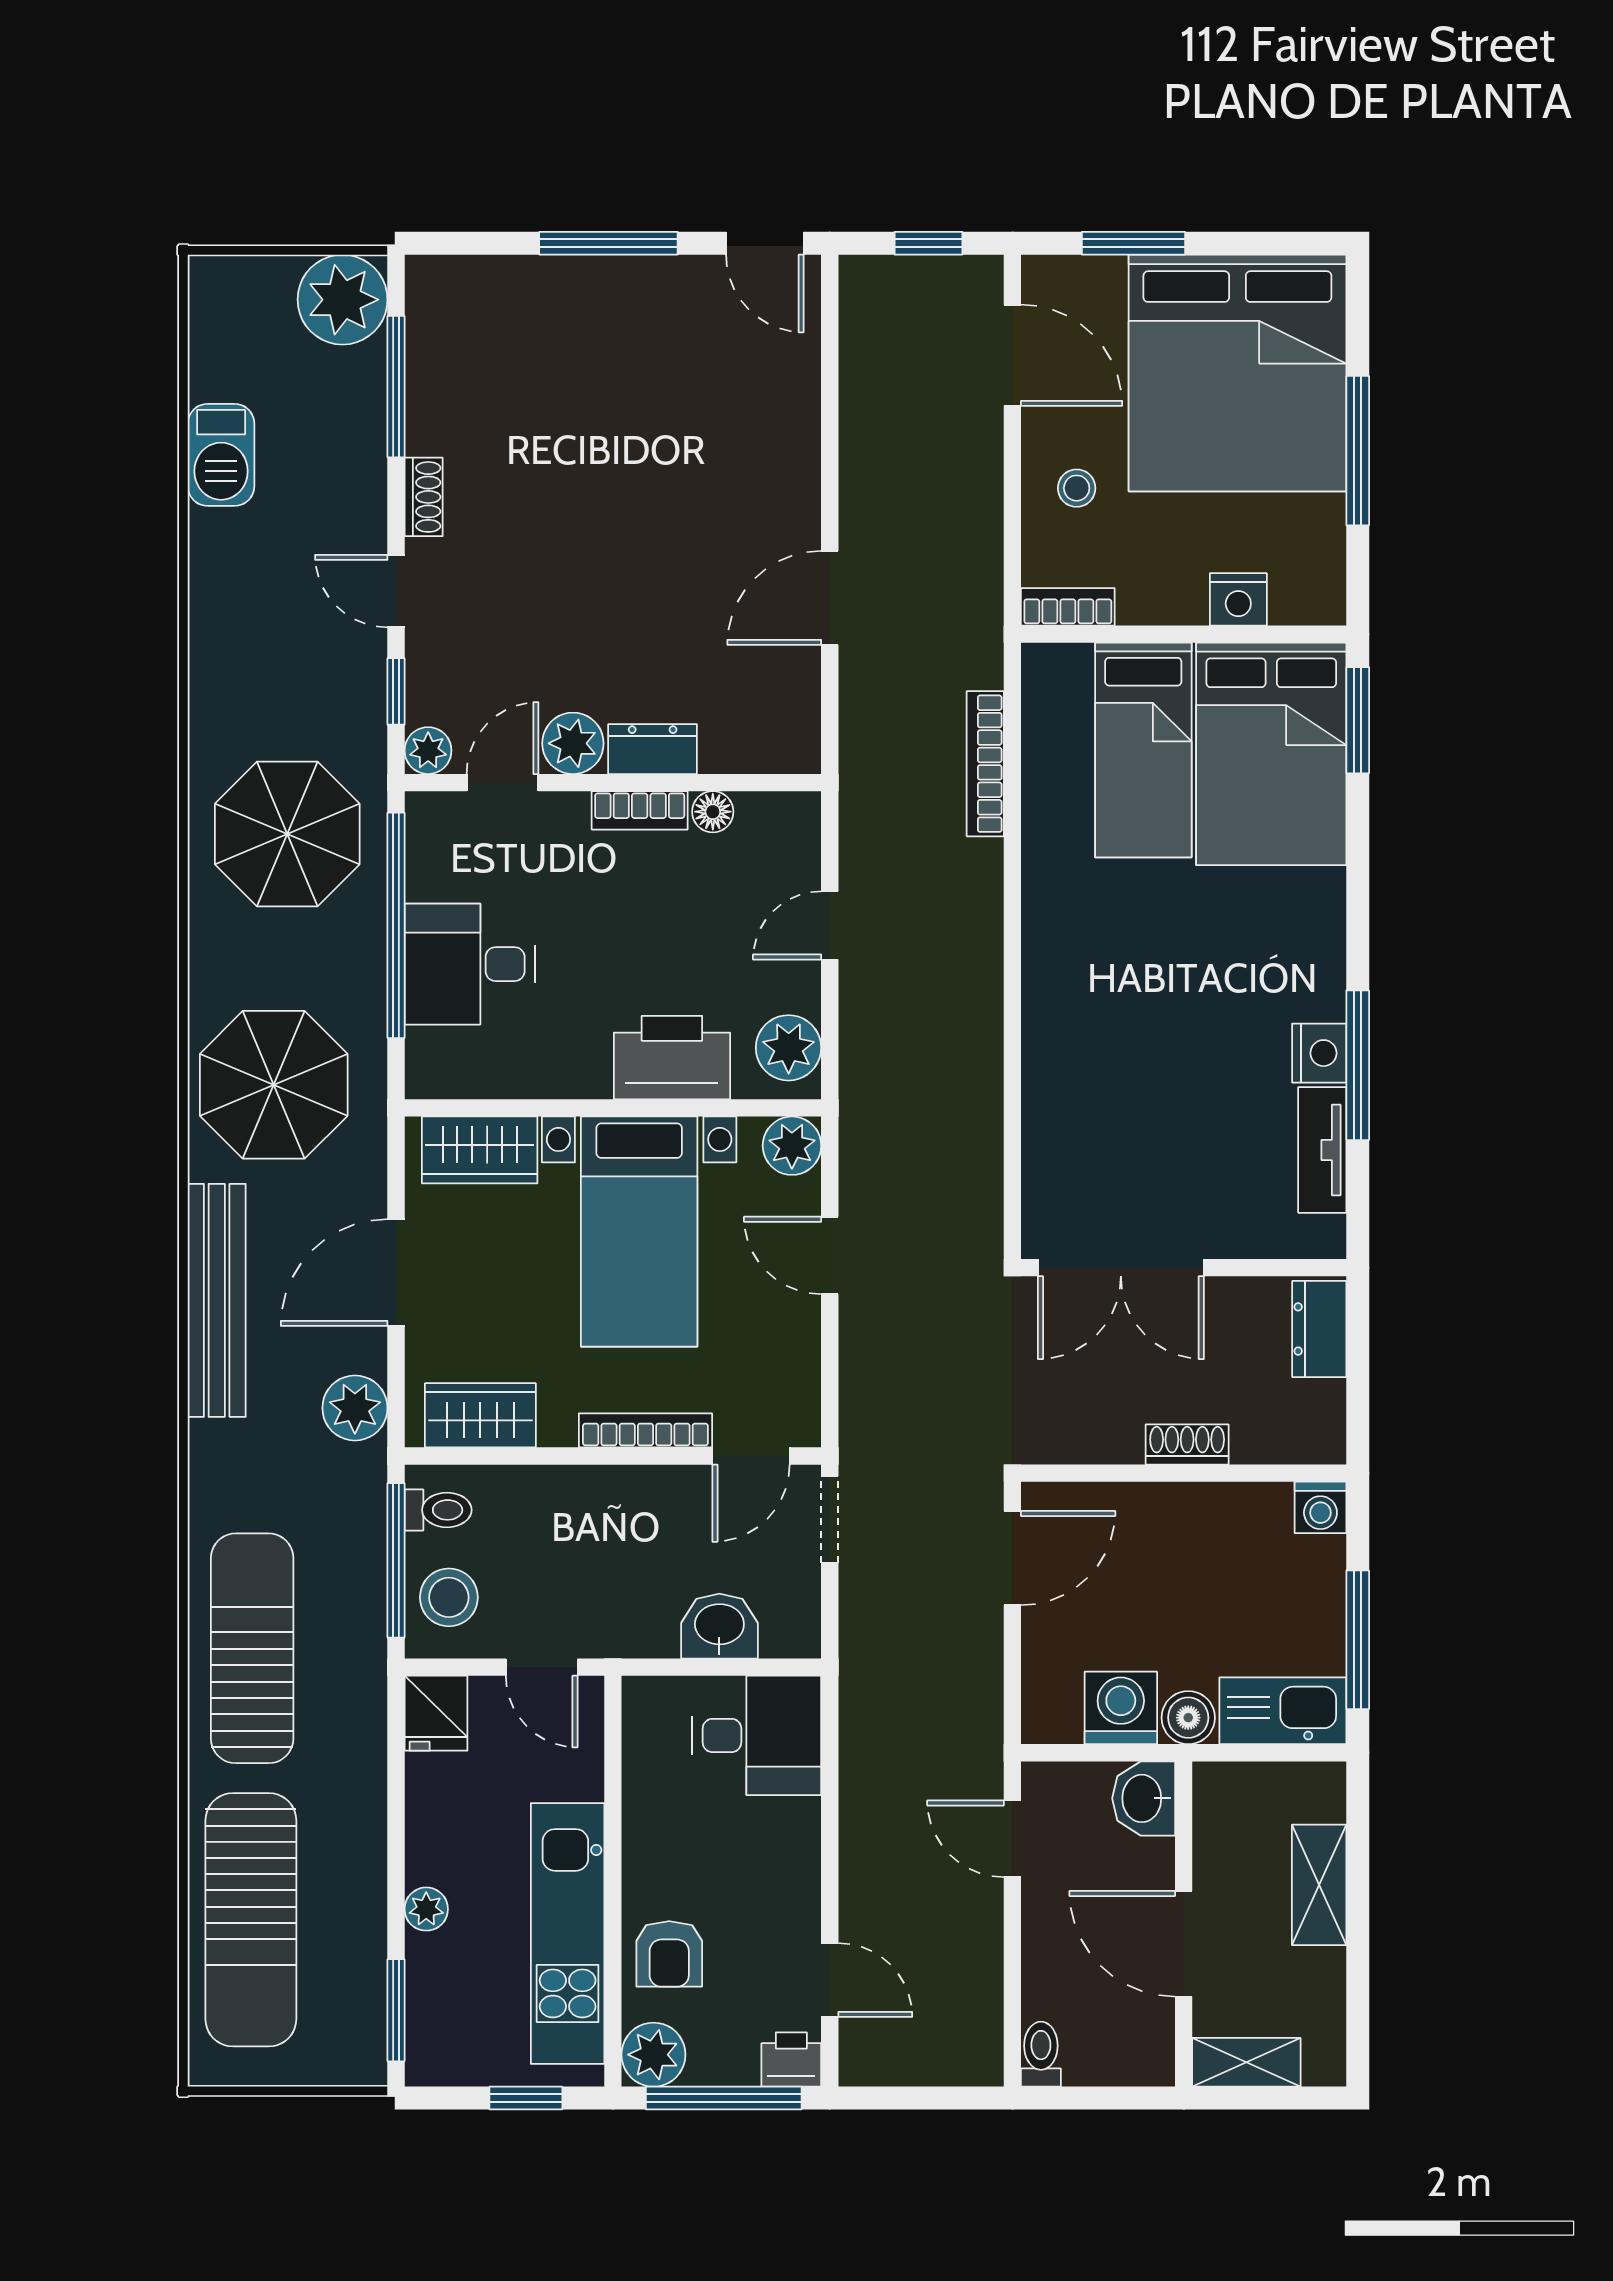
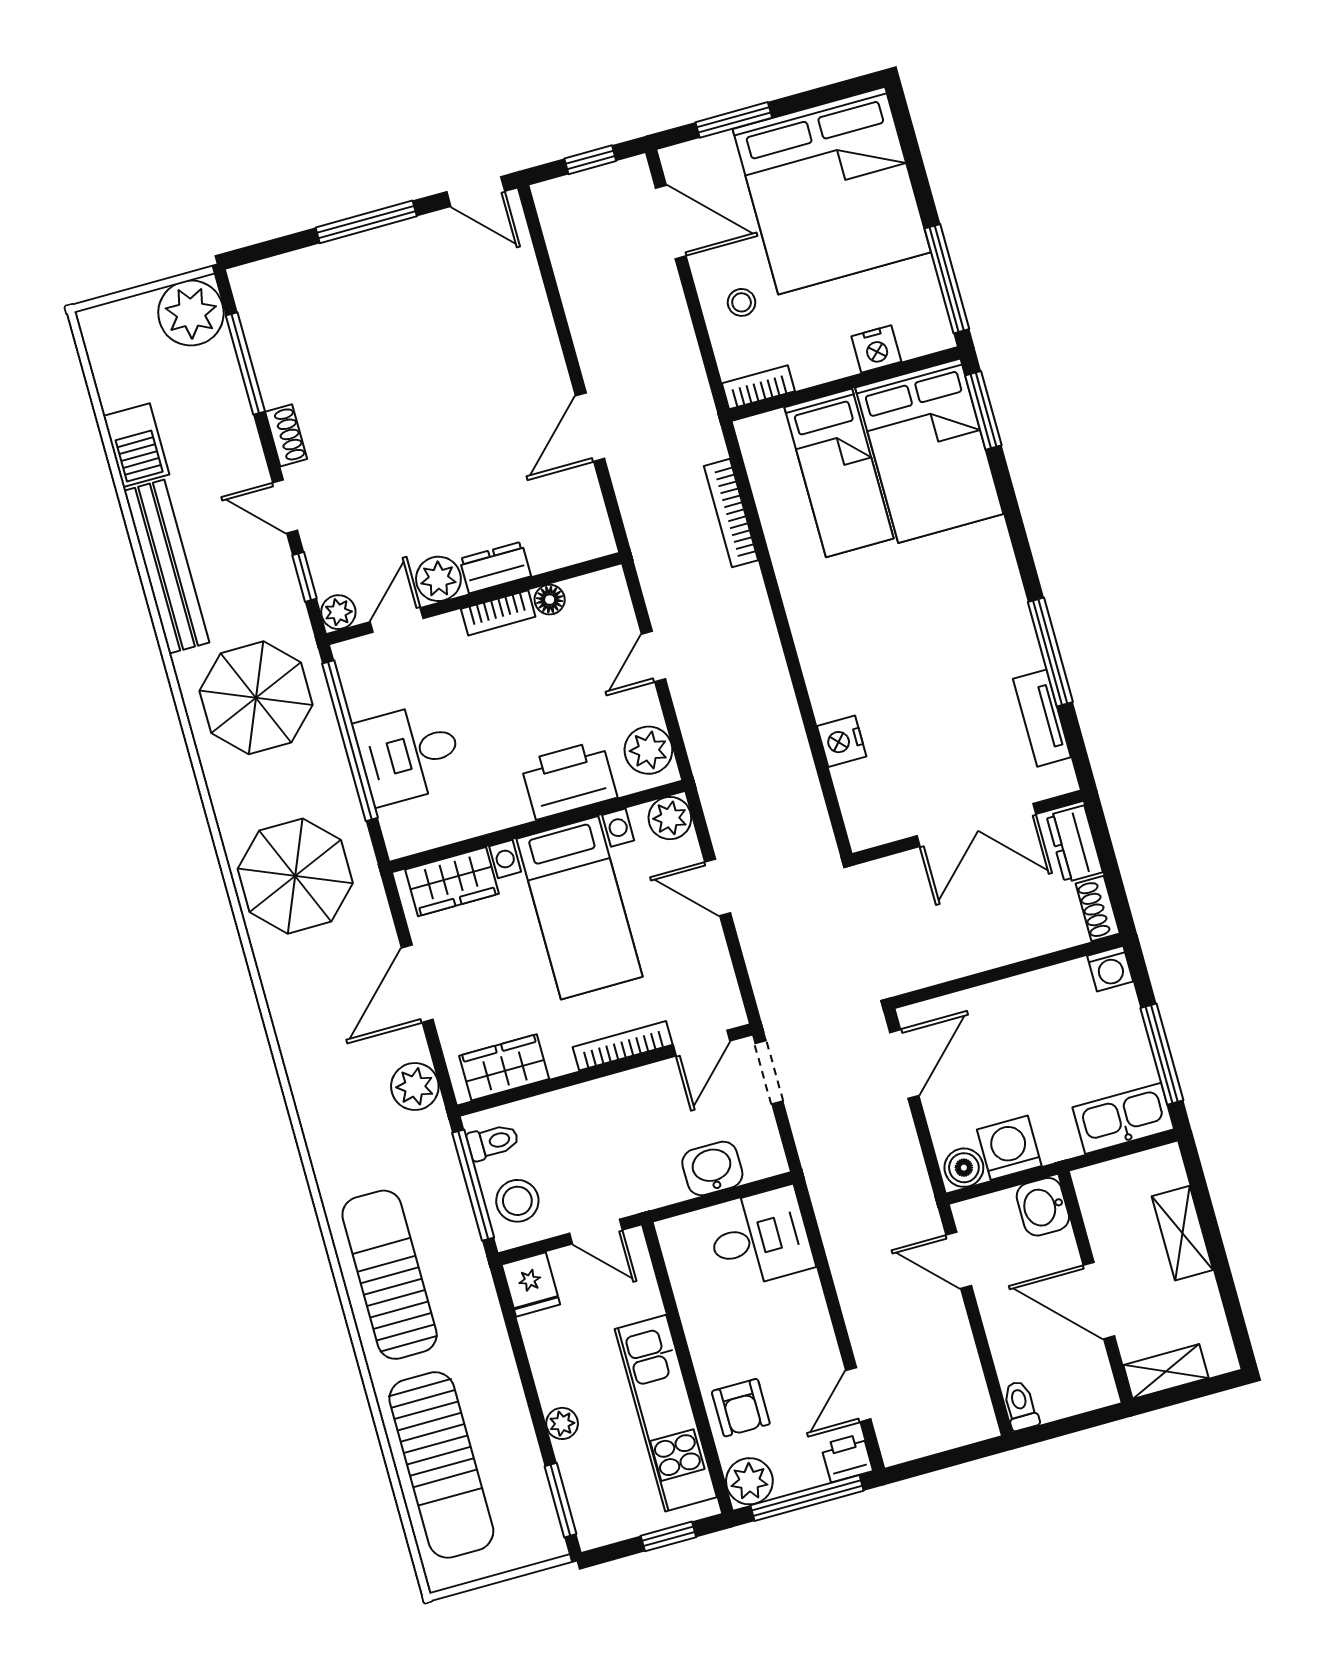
window: (1358, 451) -> (947, 279), moved
nightstand: (1319, 1053) -> (842, 741), moved, turned 180
double door: (1121, 1268) -> (976, 825), moved
bench: (217, 1300) -> (166, 567), moved
shoe rack: (1187, 1444) -> (1098, 909), moved, turned -90
boiler: (1188, 1718) -> (964, 1168), moved
door: (830, 1980) -> (858, 1395), swing flipped

